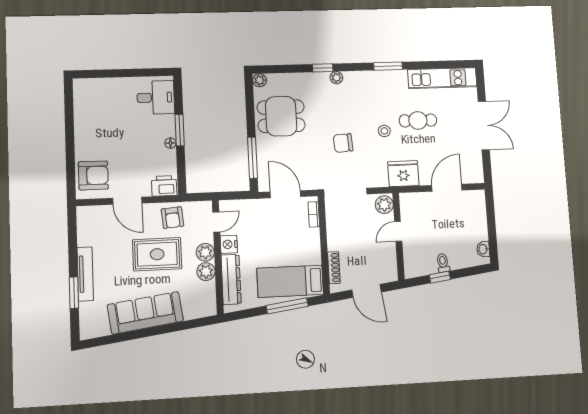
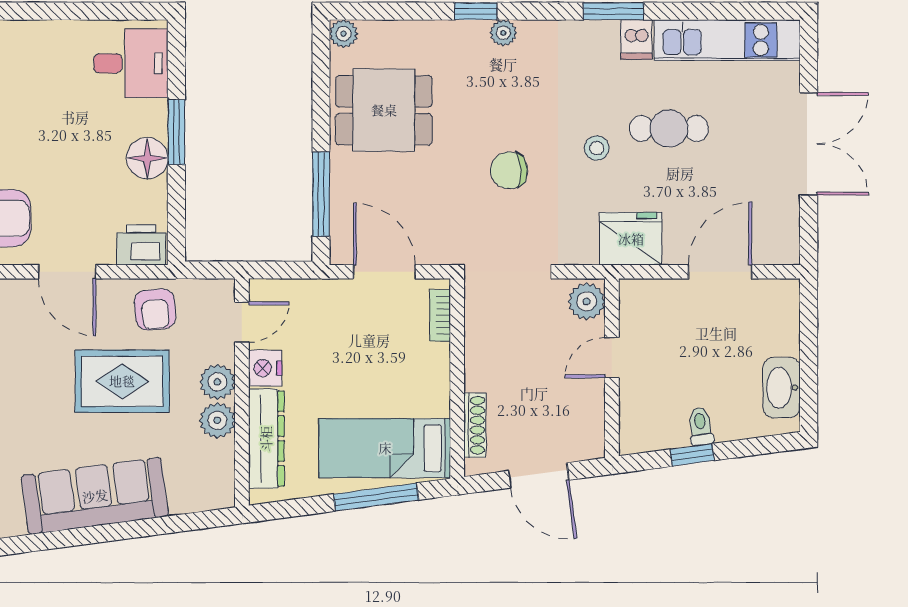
dishwasher: (400, 79) -> (636, 39), added
floor lamp: (170, 143) -> (147, 158), width x1.89, depth x1.89
washbasin: (483, 249) -> (782, 388), width x1.91, depth x1.45

